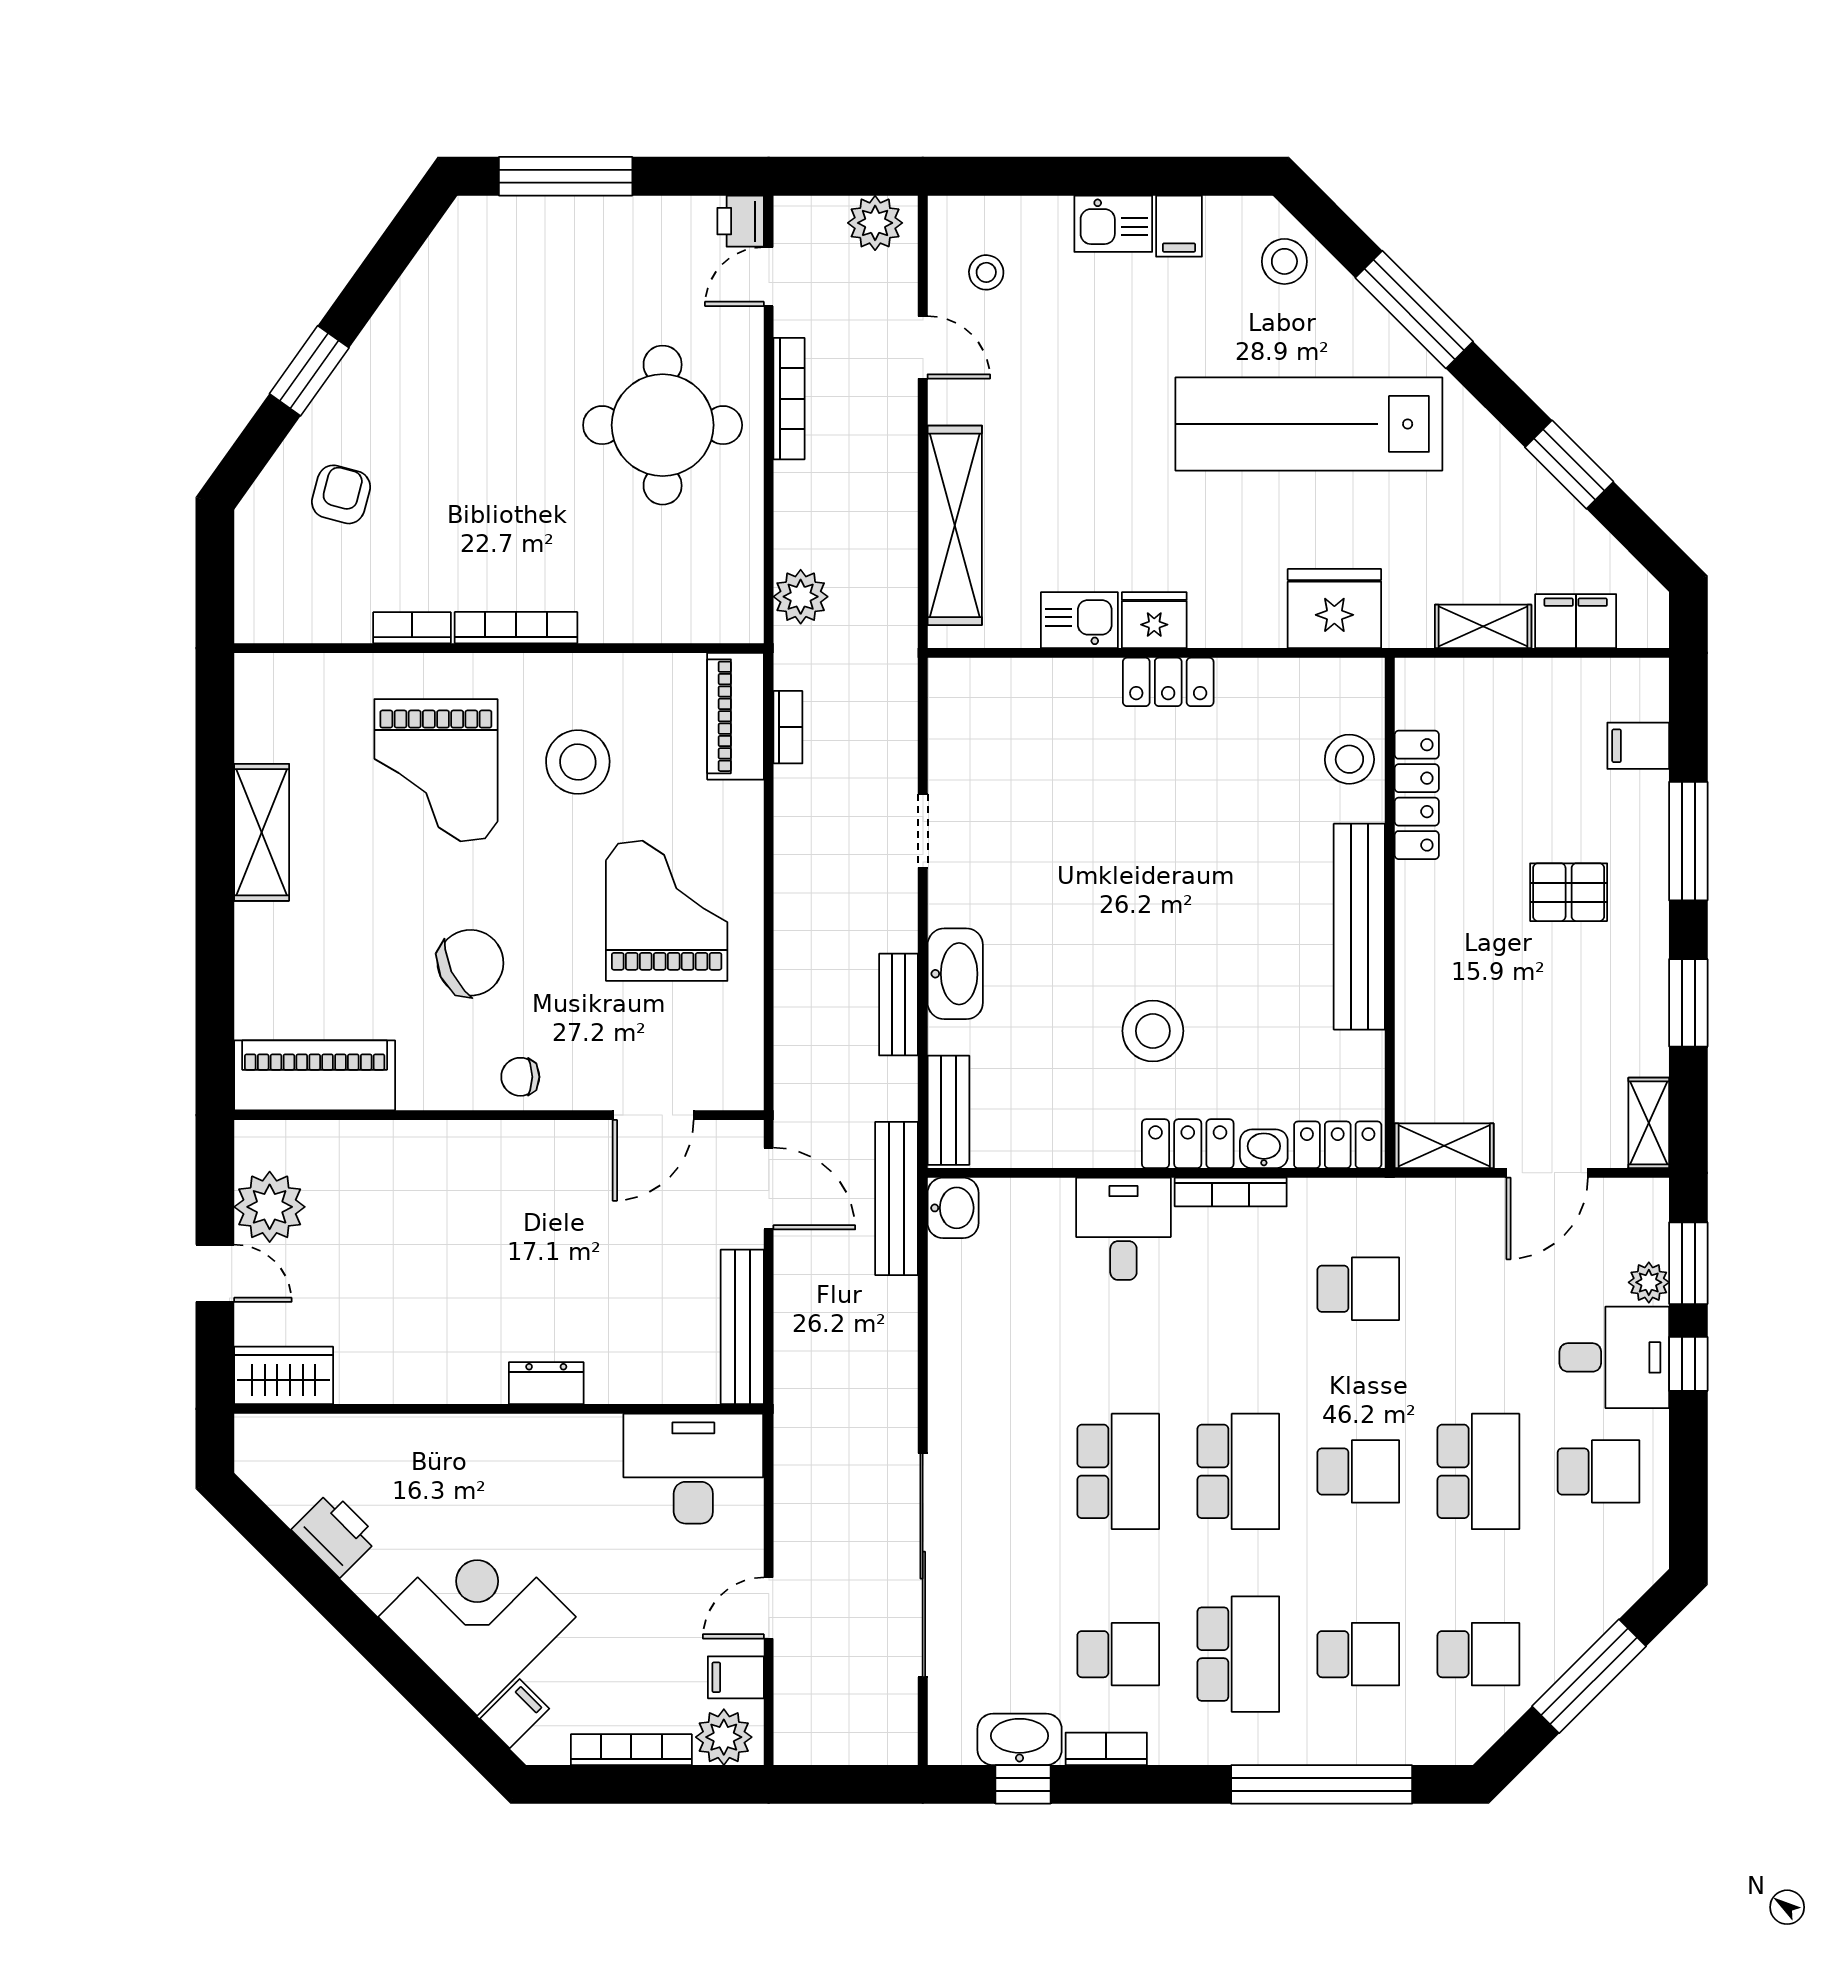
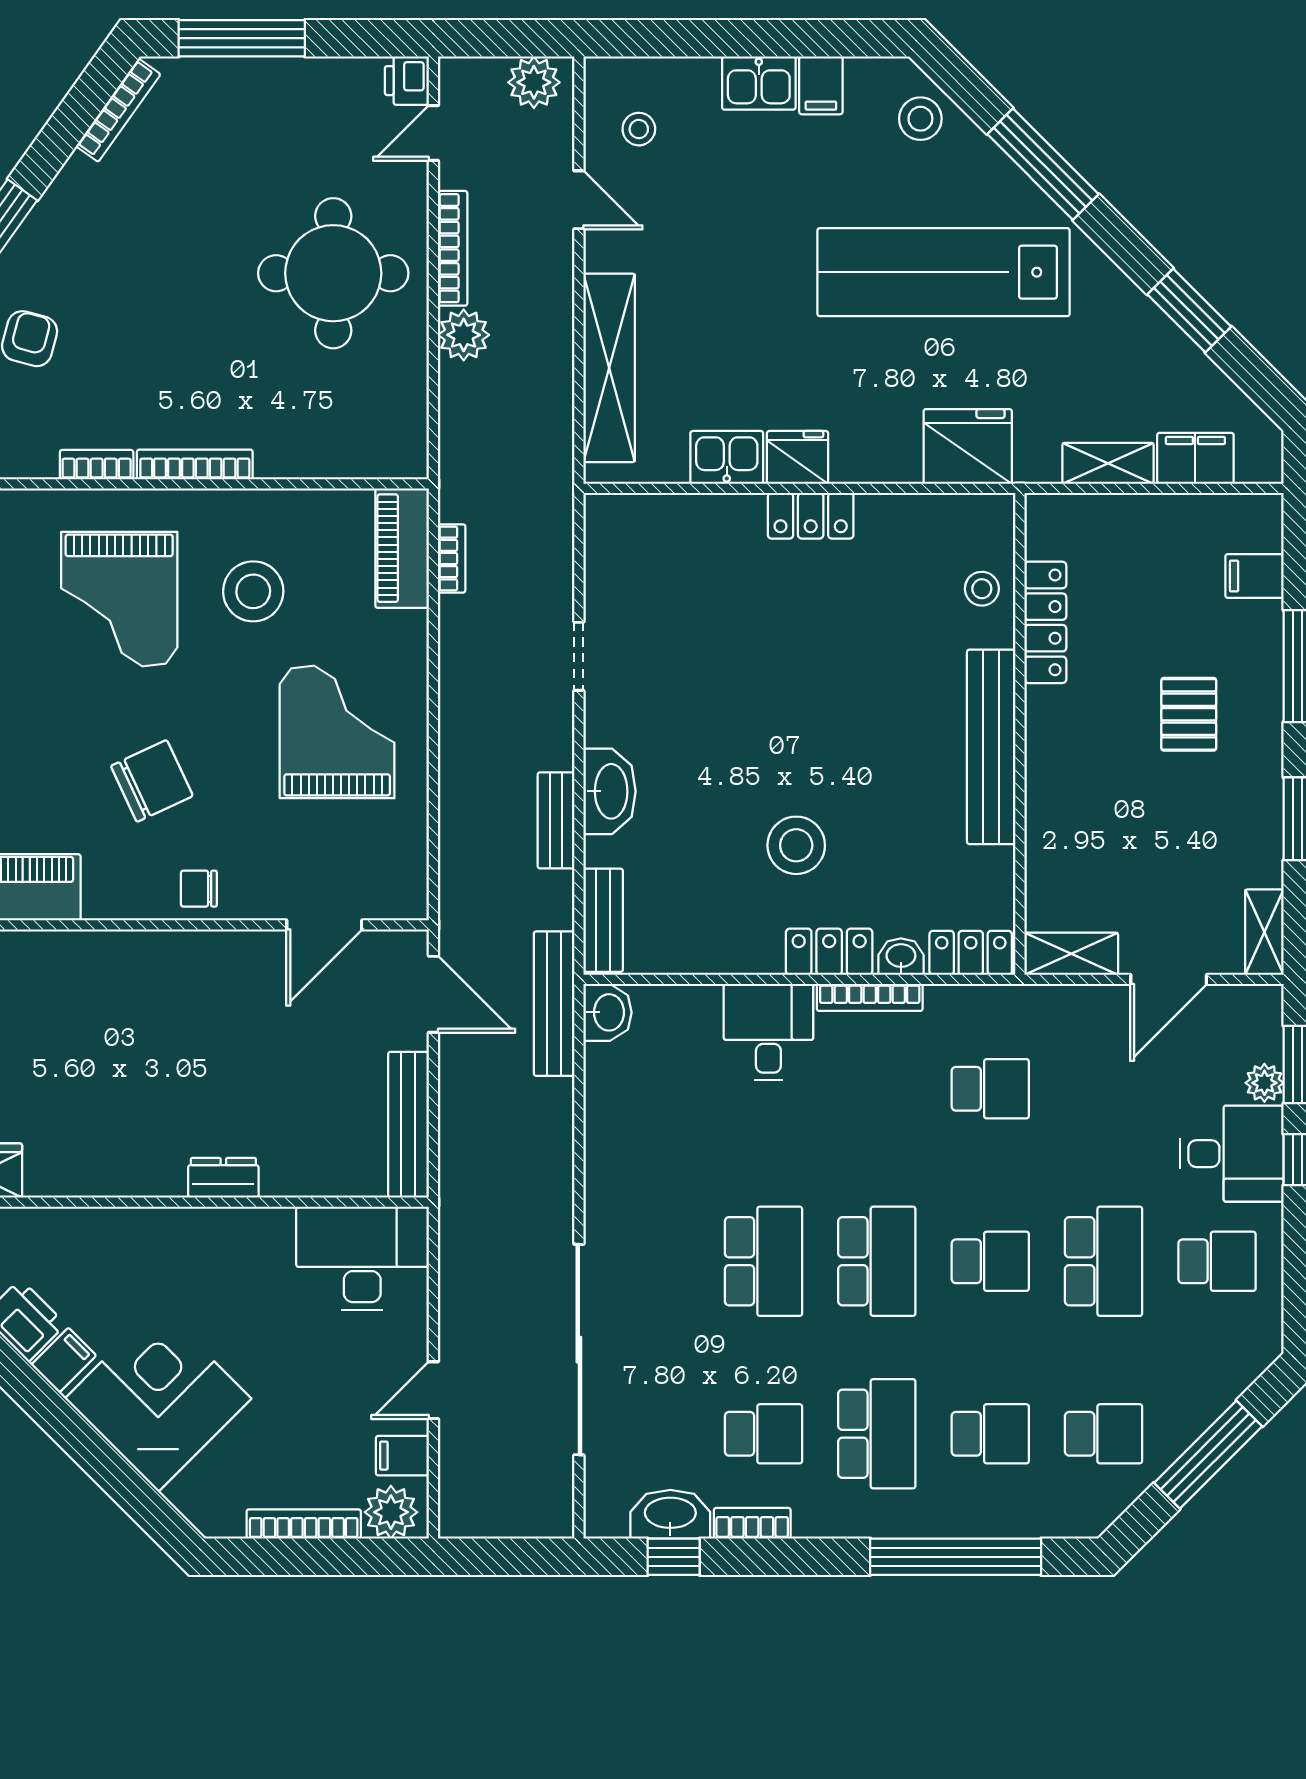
bookcase: (435, 252) -> (118, 110), added
plant: (801, 597) -> (464, 335), moved
stool: (1349, 759) -> (982, 589), width x0.73, depth x0.73
pallet: (1569, 892) -> (1189, 714), turned 90
filing cabinet: (515, 1714) -> (64, 1360), moved

